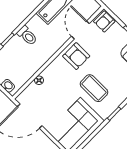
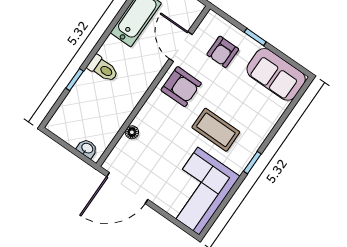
armchair: (104, 21) -> (223, 52), moved

